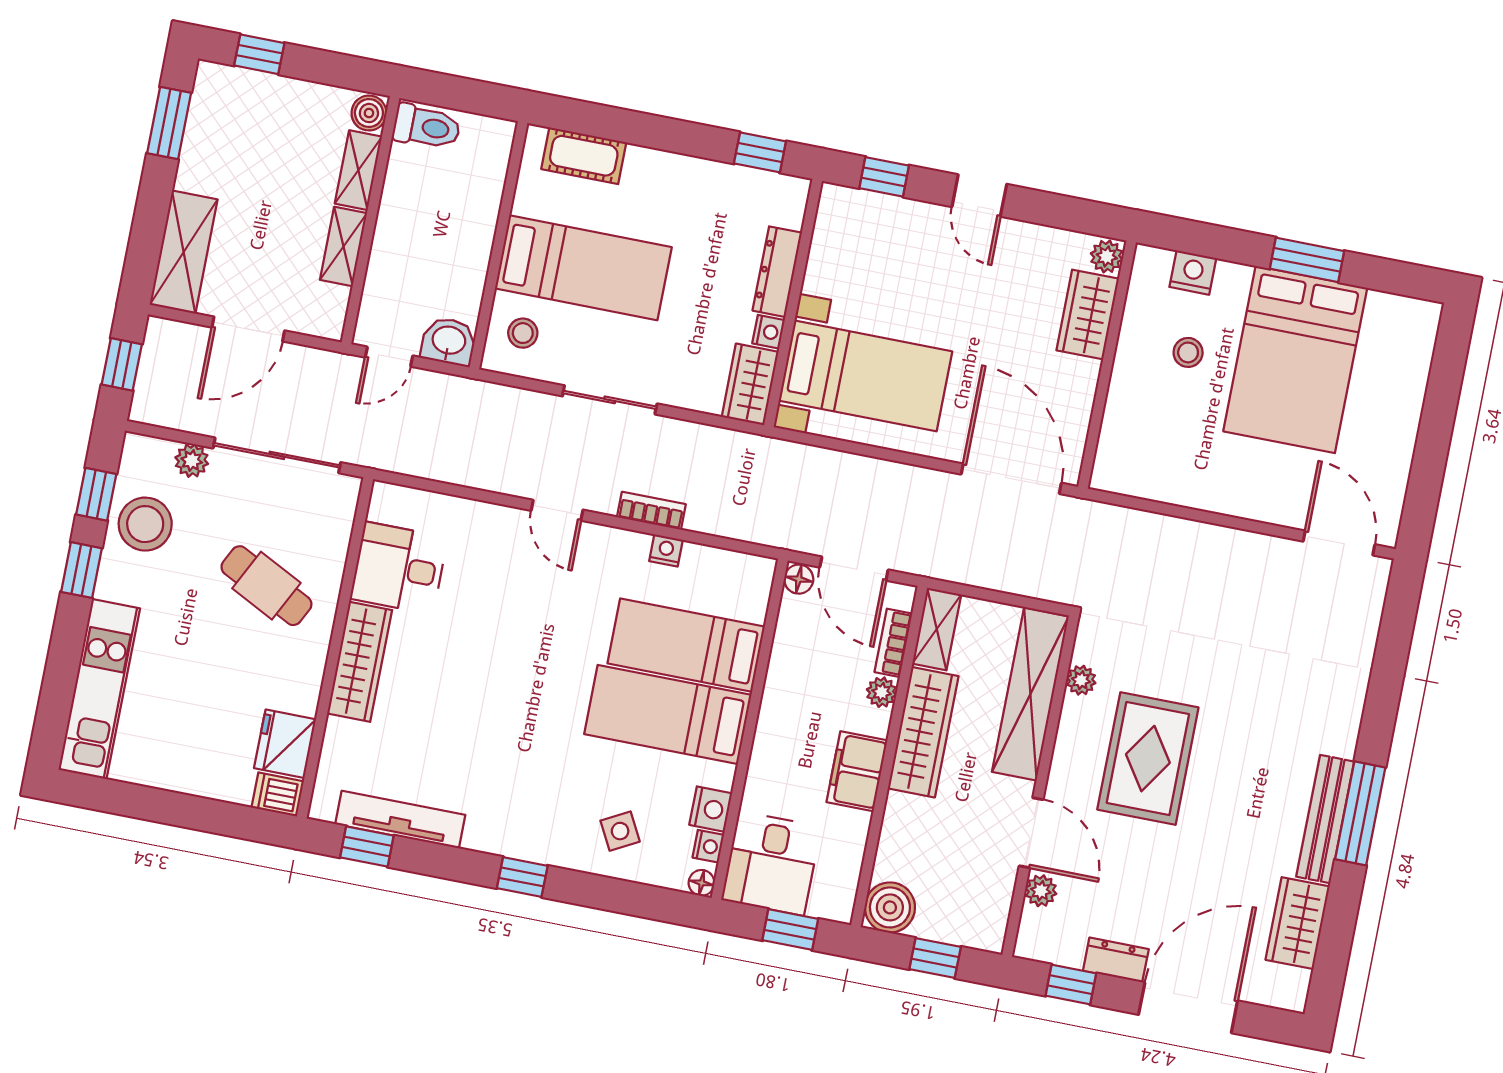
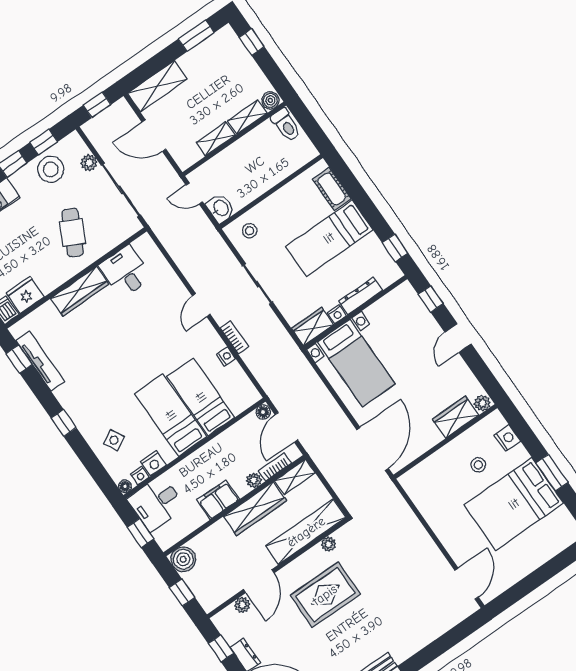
bed: (583, 268) -> (329, 238), moved, turned 90

